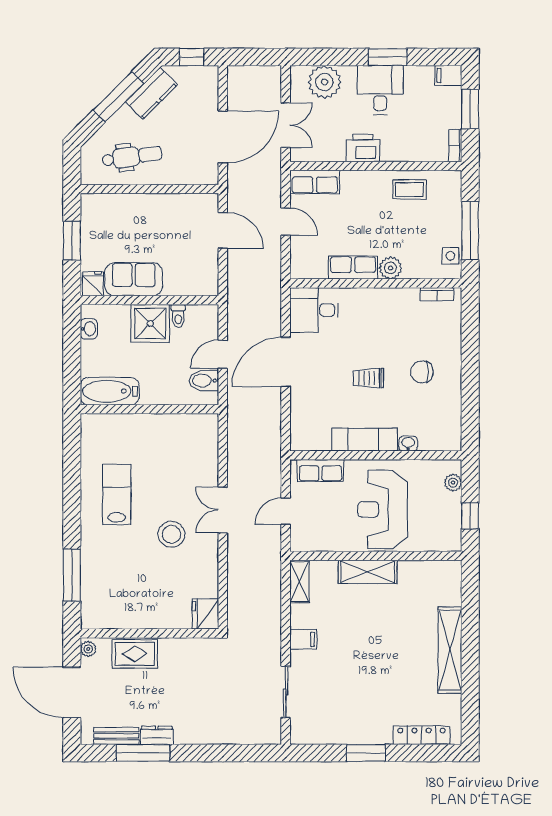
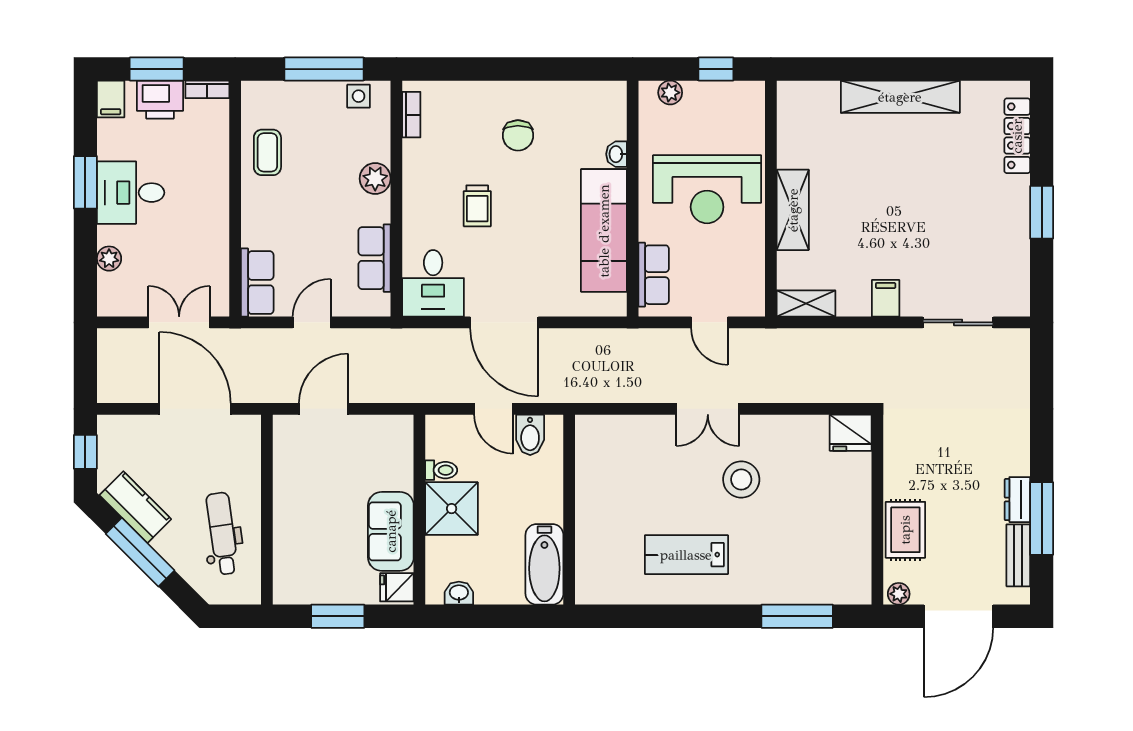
plant: (324, 82) -> (109, 259), width x0.53, depth x0.53
printer: (363, 148) -> (160, 100), moved, turned -90
row of seats: (353, 267) -> (375, 258), moved
trolley: (369, 378) -> (477, 206), moved
exam couch: (364, 440) -> (604, 231), width x1.36, depth x1.45

